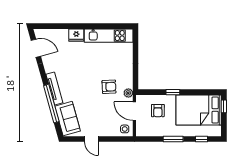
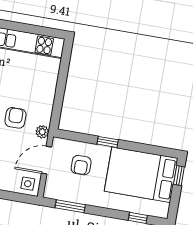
armchair: (109, 87) -> (15, 118), turned -87
door: (134, 111) -> (47, 160), hinge flipped
window: (173, 139) -> (70, 206), moved

